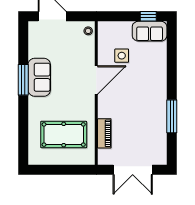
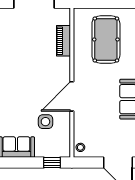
window: (148, 16) -> (52, 163), moved
pool table: (64, 135) -> (106, 39), turned 90

